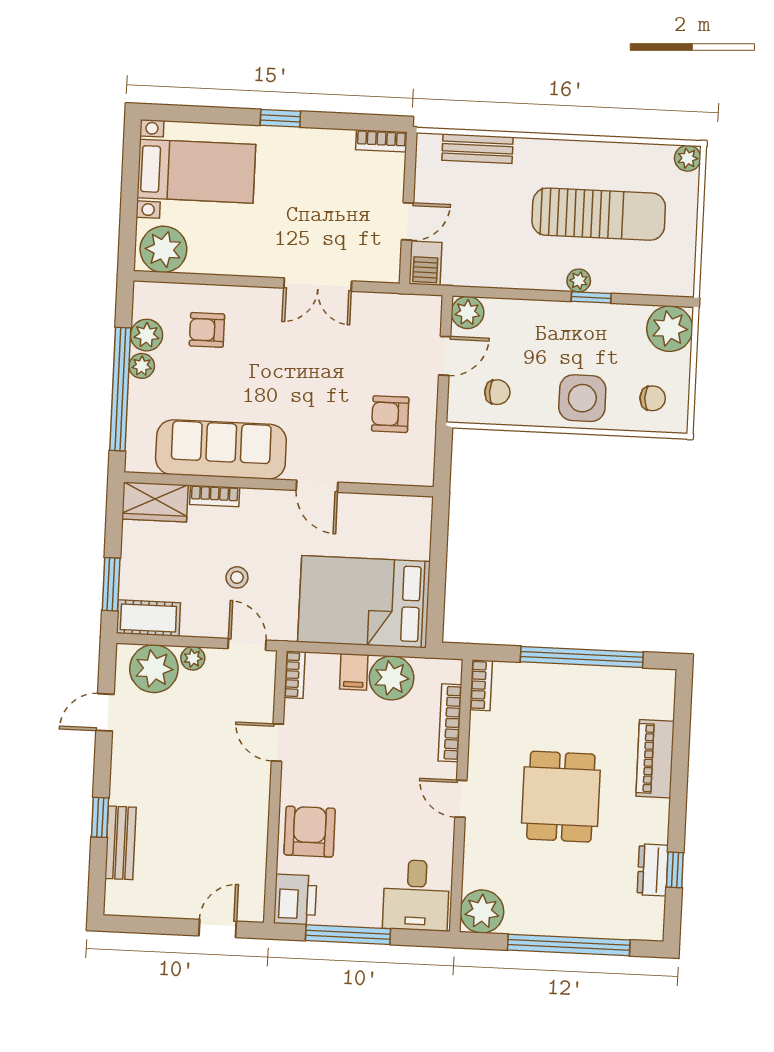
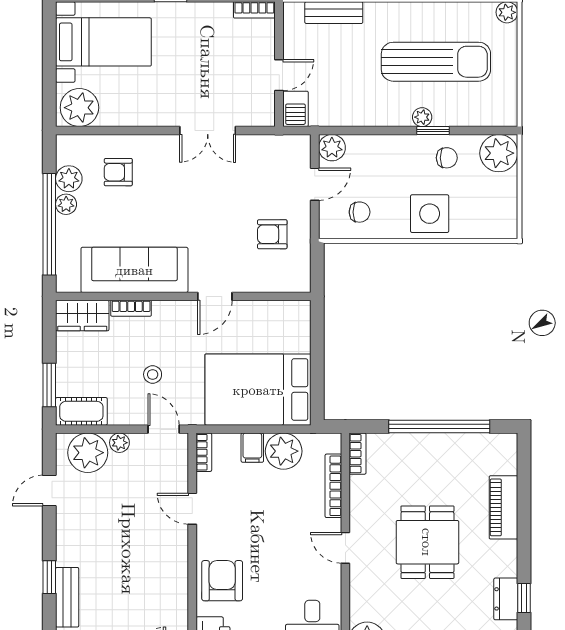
chair: (653, 398) -> (447, 158), moved
door: (317, 486) -> (215, 296), hinge flipped

